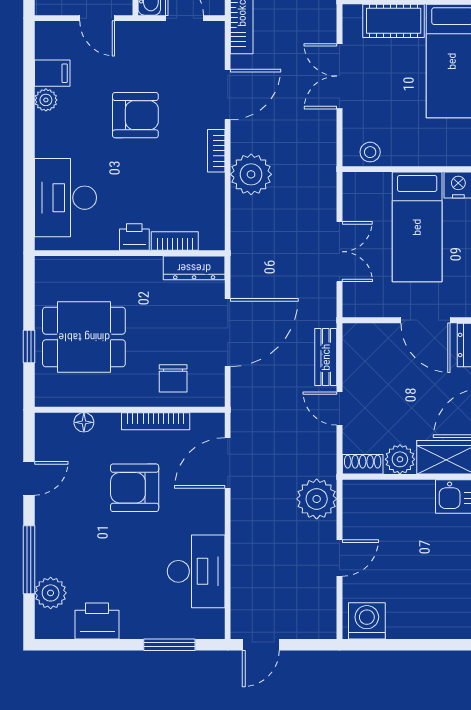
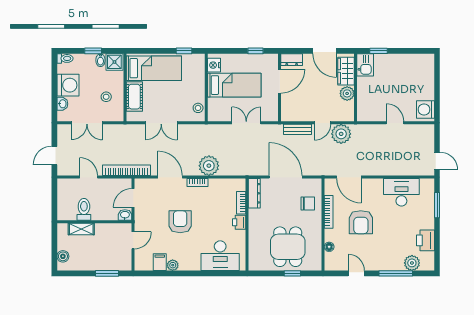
shoe rack: (363, 464) -> (349, 112), removed
plant: (317, 499) -> (341, 134), moved

